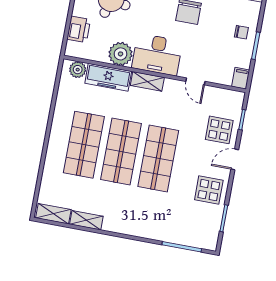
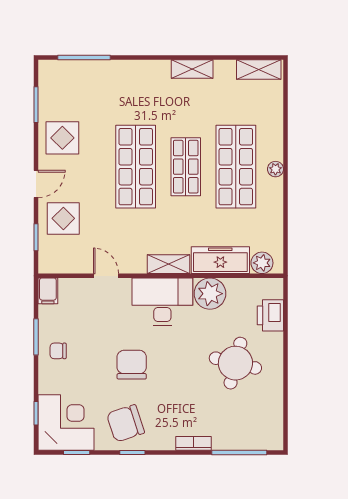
plant: (55, 137) -> (275, 169), added
shop shelf: (121, 152) -> (186, 167), width x0.70, depth x0.74
shelving: (86, 220) -> (192, 69), moved

